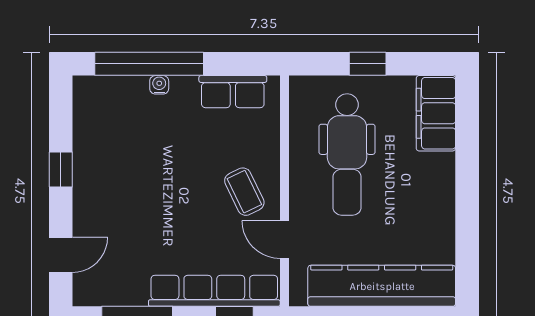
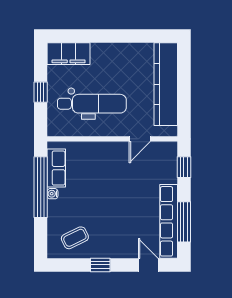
window: (149, 64) -> (41, 187), moved
water cooler: (159, 85) -> (53, 194), moved
coffee table: (244, 192) -> (75, 238), moved
row of seats: (214, 291) -> (169, 221), moved

